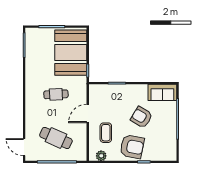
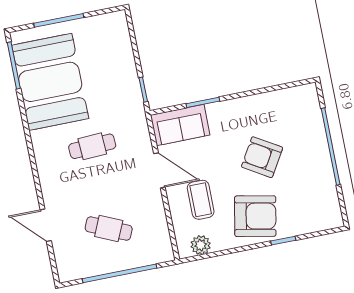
booth: (71, 53) -> (50, 82), moved
sofa: (162, 92) -> (180, 125), moved
door: (88, 113) -> (159, 170), swing flipped
cafe table: (56, 138) -> (109, 229), width x0.73, depth x0.74
door: (24, 147) -> (46, 225), moved

